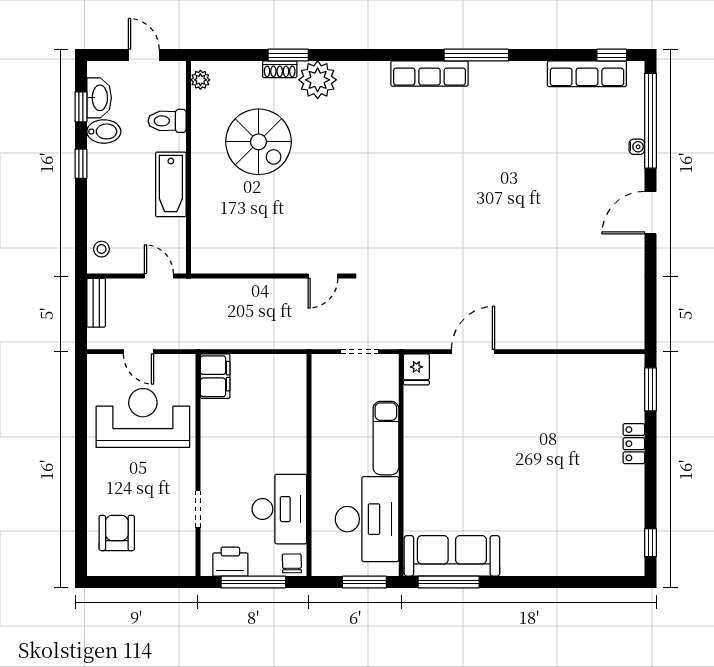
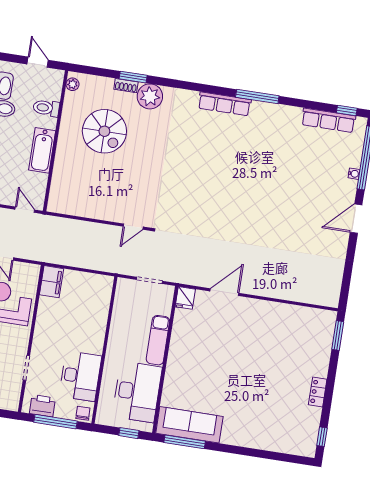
locker: (634, 444) -> (318, 392), moved
window: (364, 582) -> (129, 433), width x0.67

